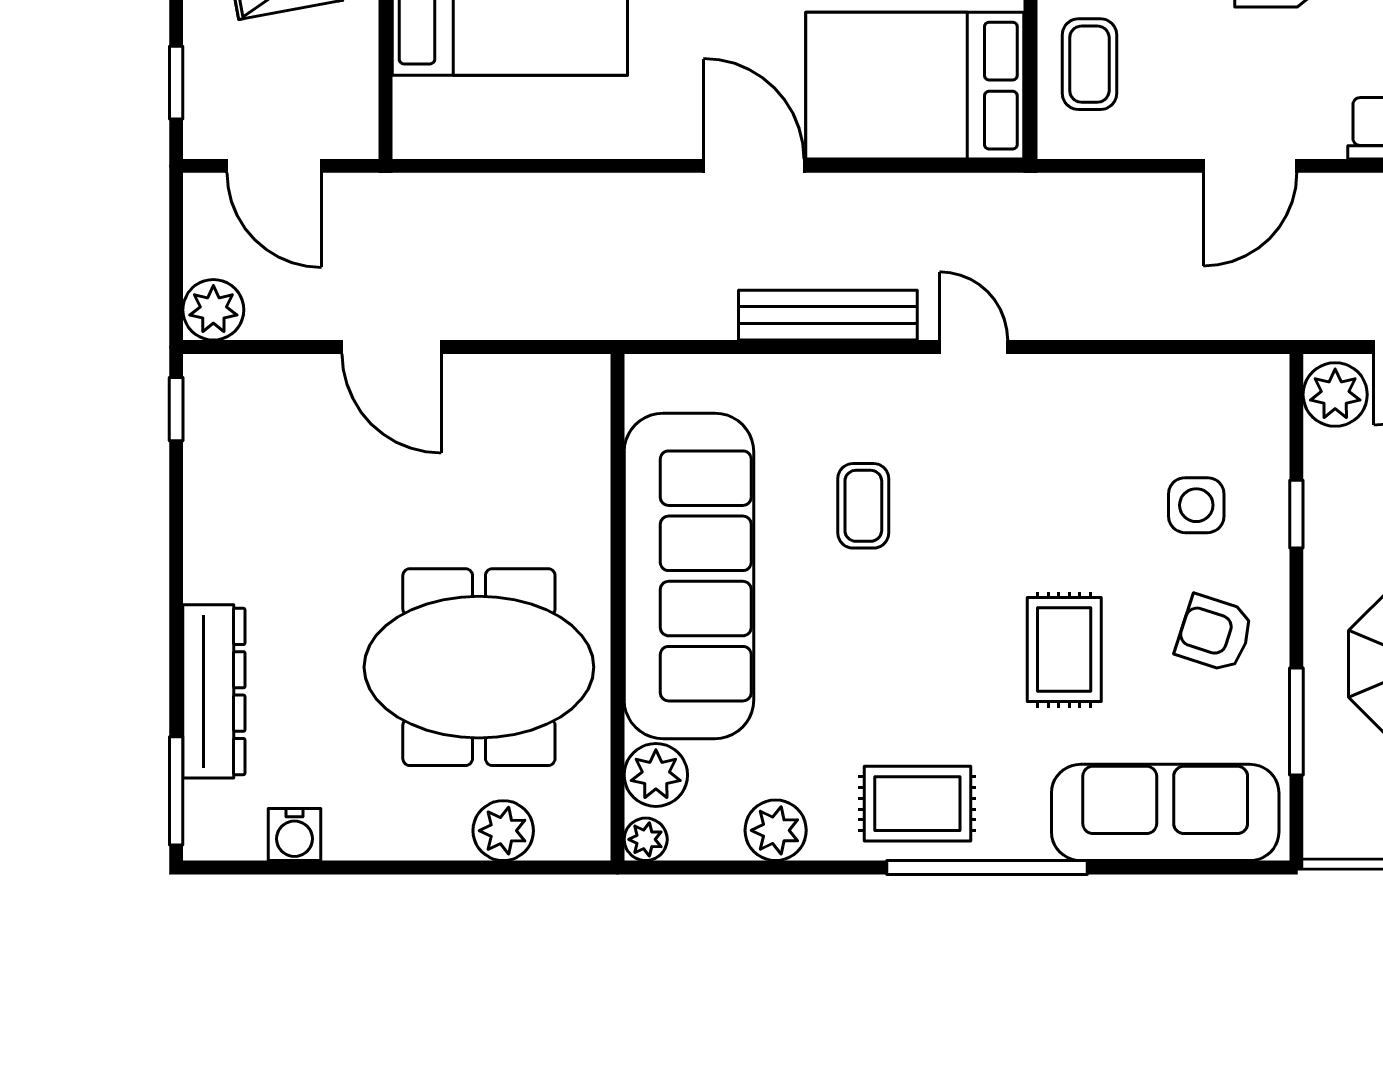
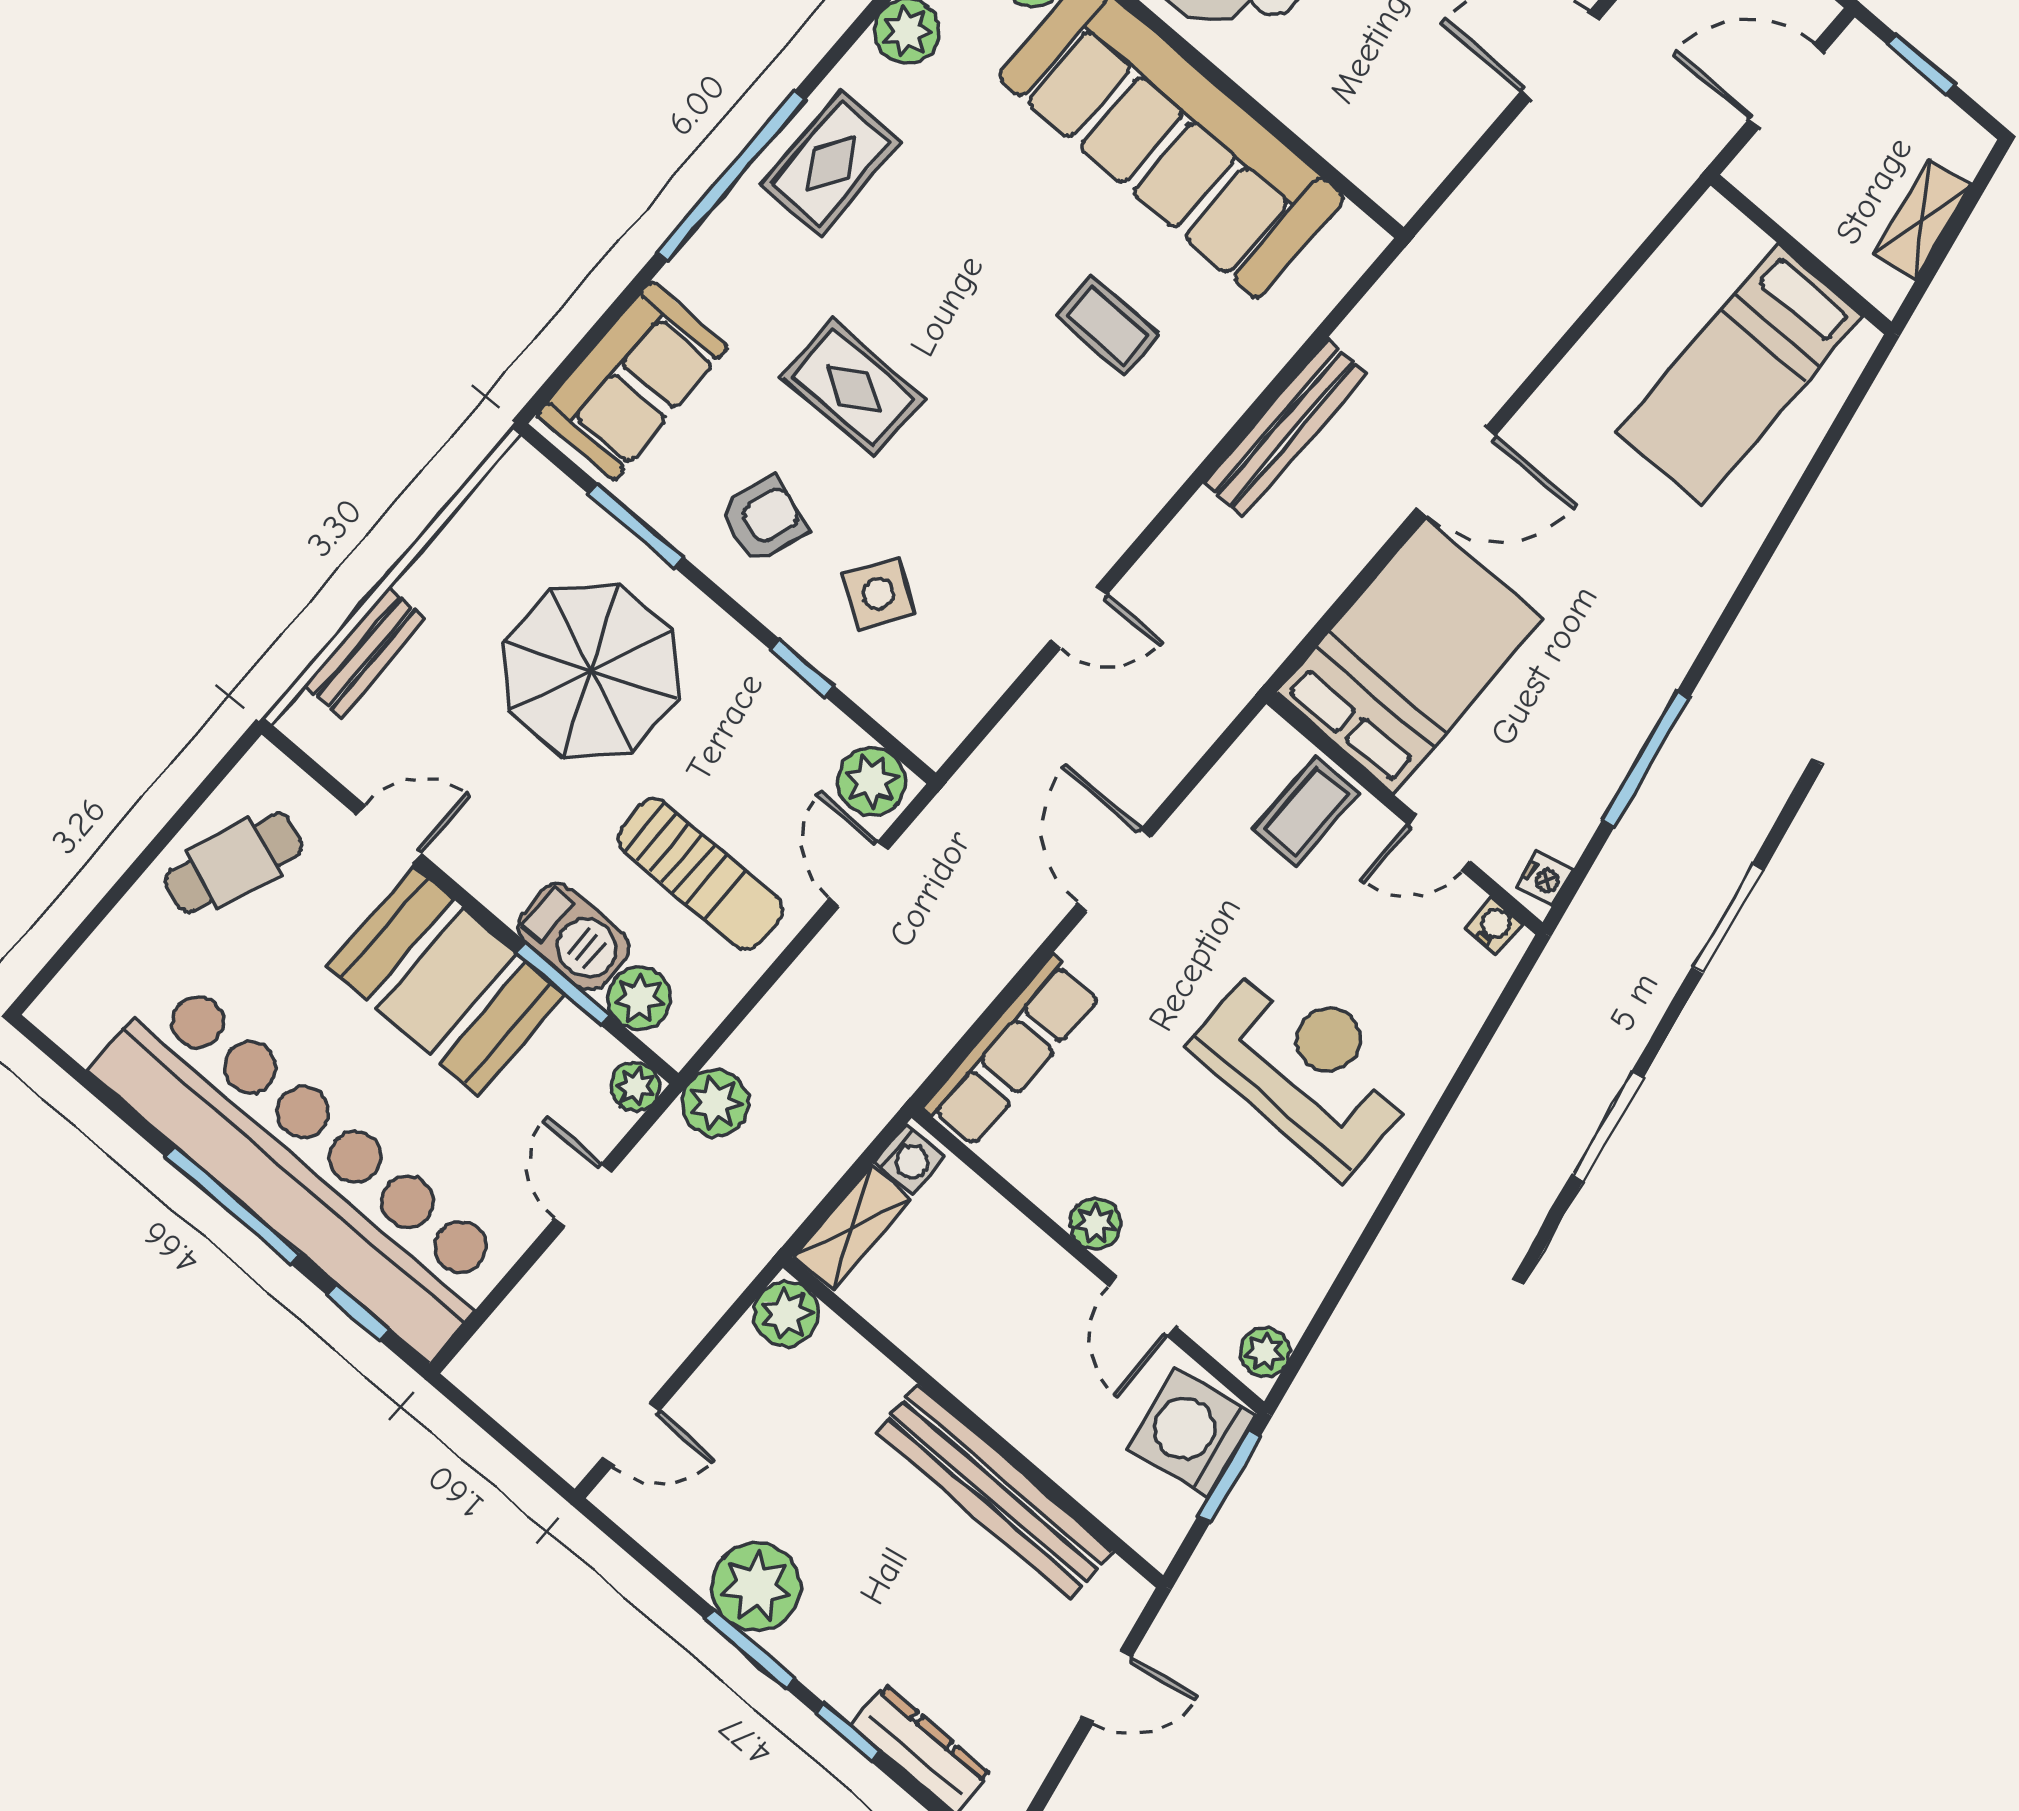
coffee table: (1089, 64) -> (1307, 811), turned 90
door: (974, 347) -> (1079, 617), moved
side table: (1196, 505) -> (879, 593), turned 33
sofa: (1165, 812) -> (632, 381), width x0.73

